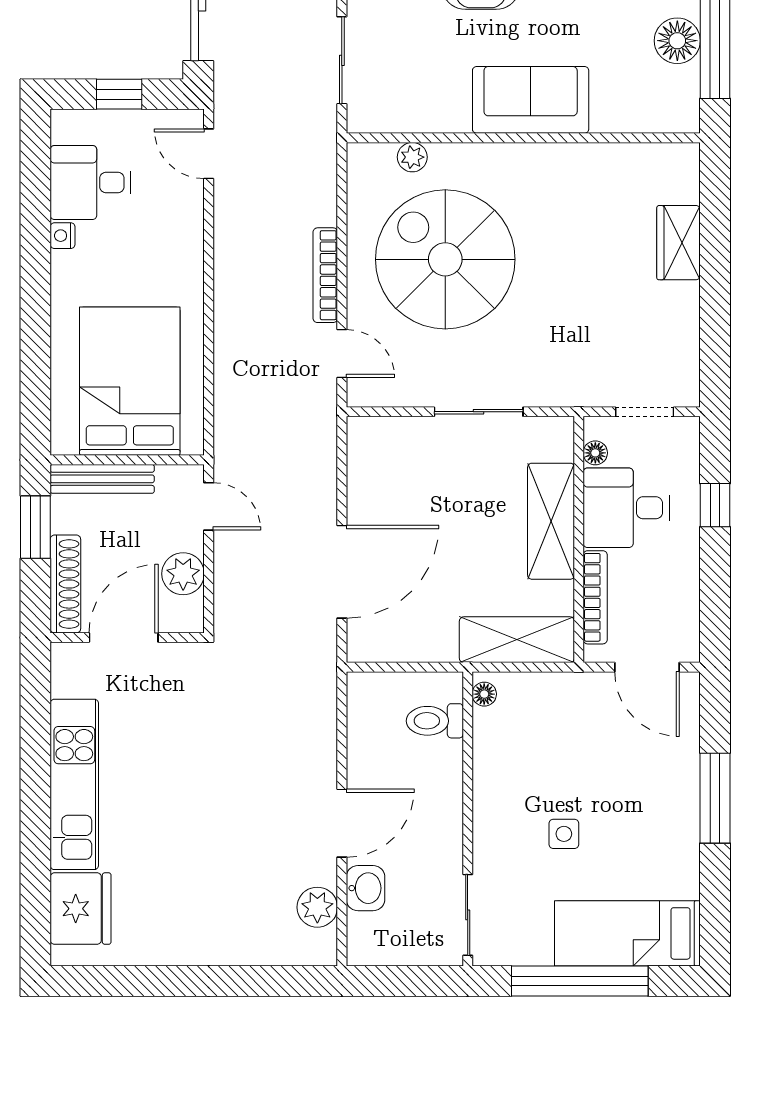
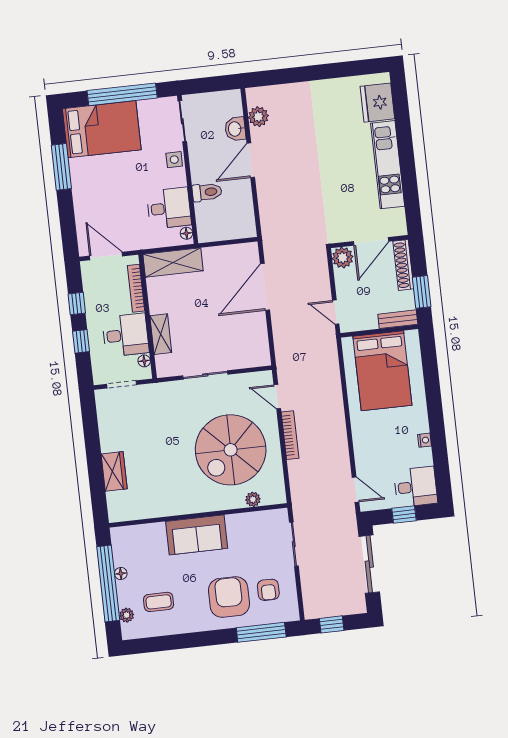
floor lamp: (677, 41) -> (121, 573), width x0.53, depth x0.53
desk: (90, 182) -> (416, 487), moved
spiral stairs: (445, 259) -> (231, 450), turned 90
bench: (102, 479) -> (398, 319), width x0.73
shelving: (551, 521) -> (161, 334), width x0.67, depth x0.75
plant: (183, 574) -> (343, 258), moved
window: (715, 580) -> (77, 303), added
toilet: (435, 721) -> (207, 192), moved
desk: (513, 747) -> (169, 208), added
window: (715, 798) -> (61, 167), moved
side table: (564, 834) -> (174, 160), moved
bed: (627, 933) -> (102, 129), width x1.50

